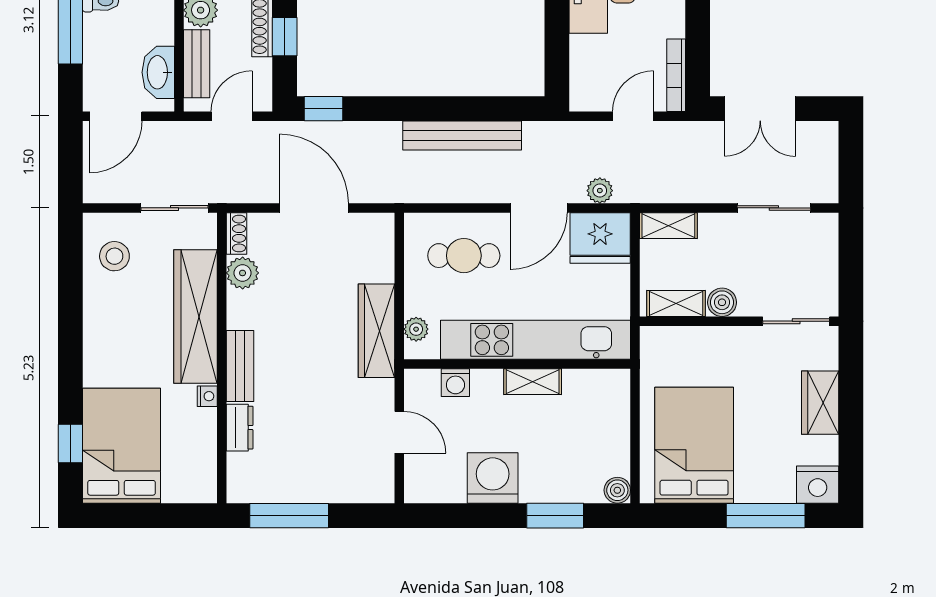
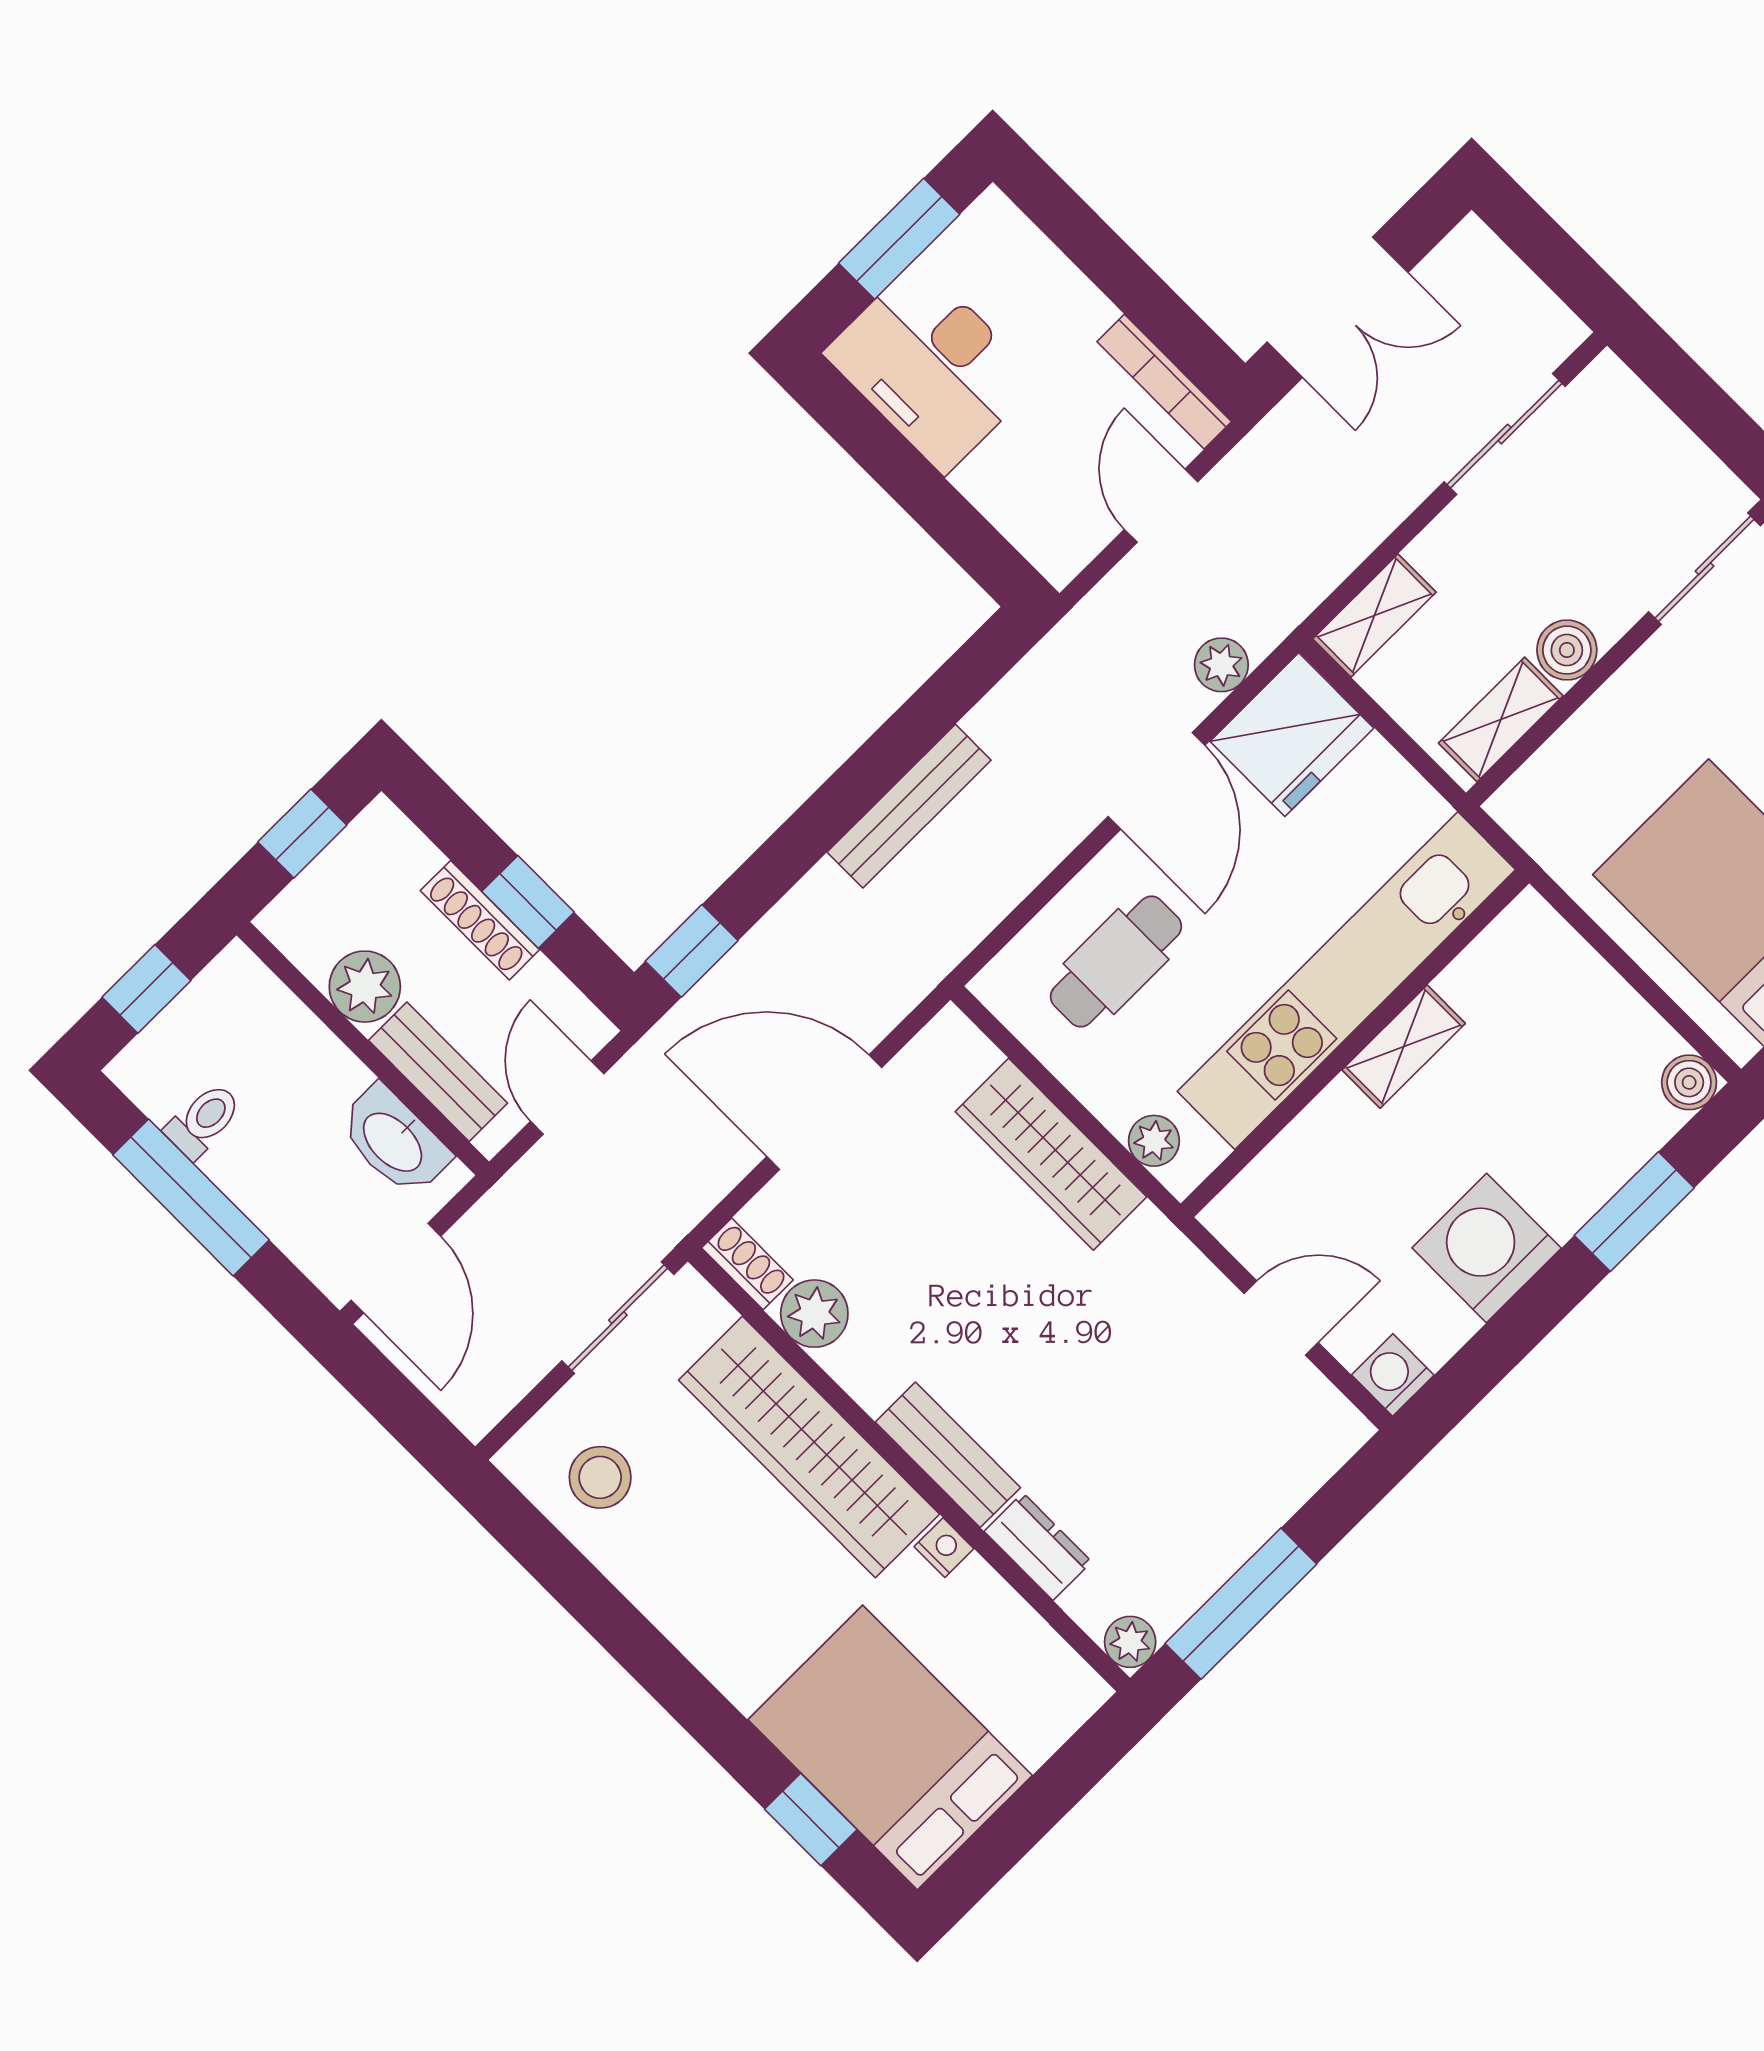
bench: (462, 135) -> (909, 806), width x0.73, depth x0.82
wardrobe: (377, 331) -> (1051, 1154), moved
washing machine: (455, 383) -> (1393, 1375), moved, turned 180
plant: (239, 491) -> (1130, 1642), added

